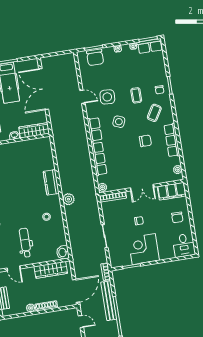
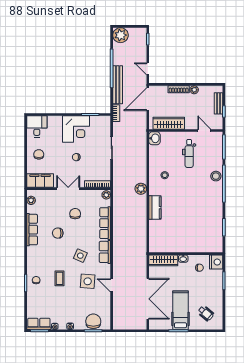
coffee table: (154, 113) -> (45, 259), removed
chair: (131, 163) -> (75, 214), added

